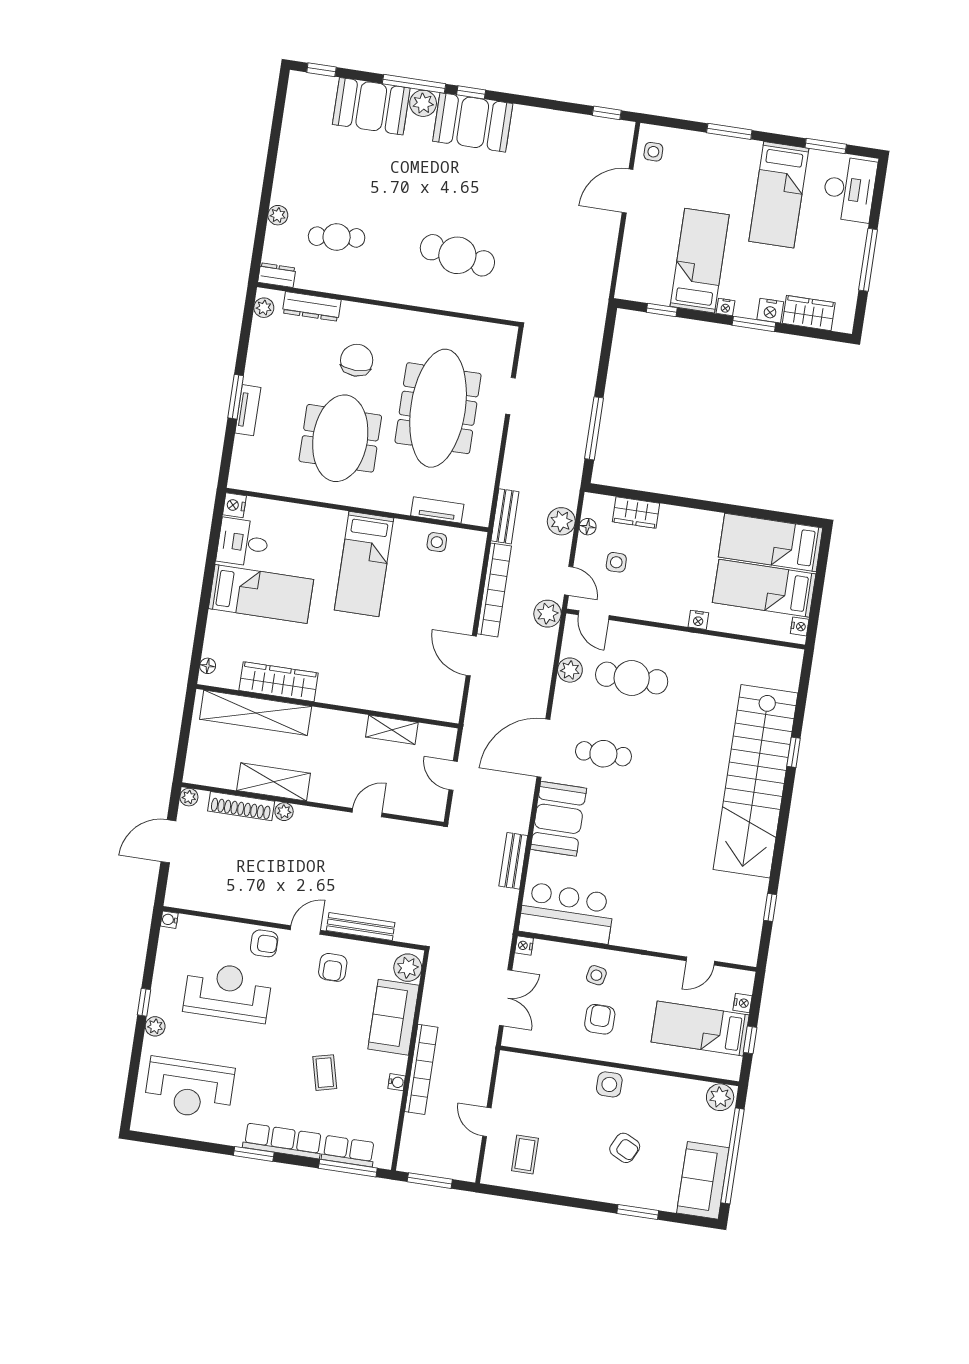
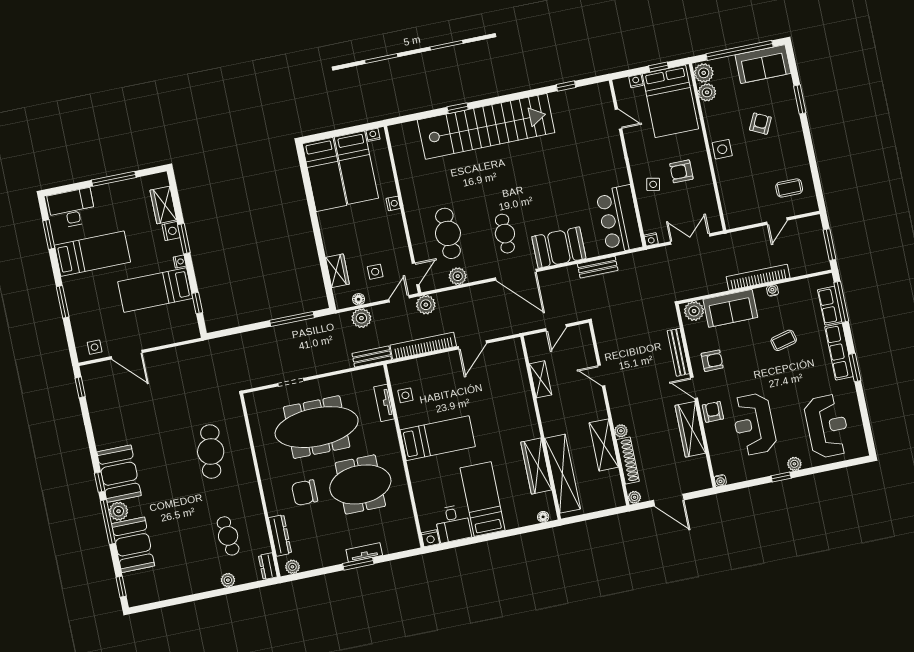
wardrobe: (252, 905) -> (690, 429), added
bed: (700, 1028) -> (670, 101), width x1.50
plant: (692, 1092) -> (707, 92), added

